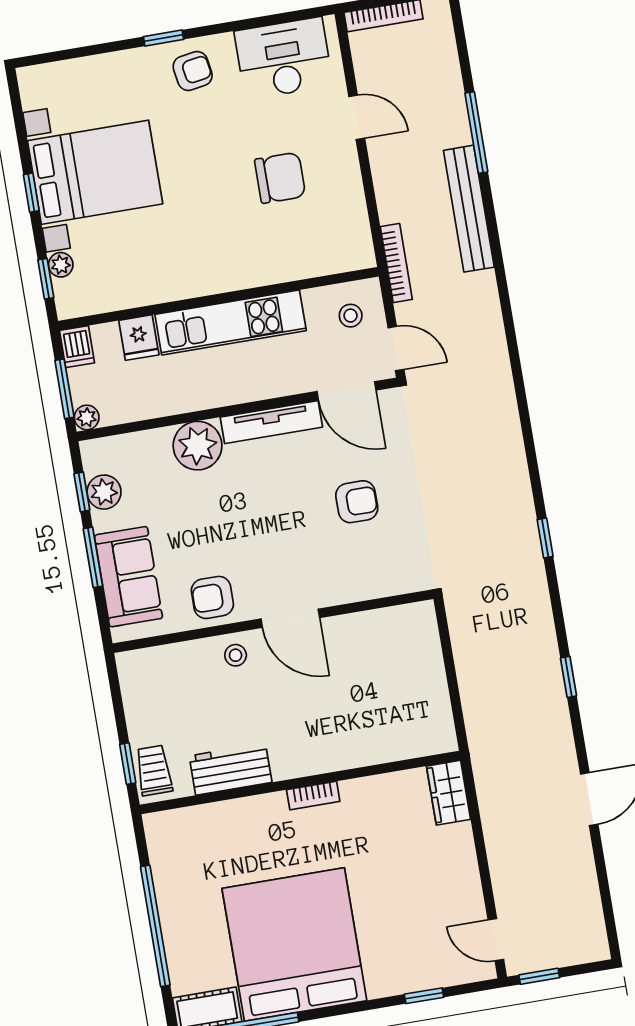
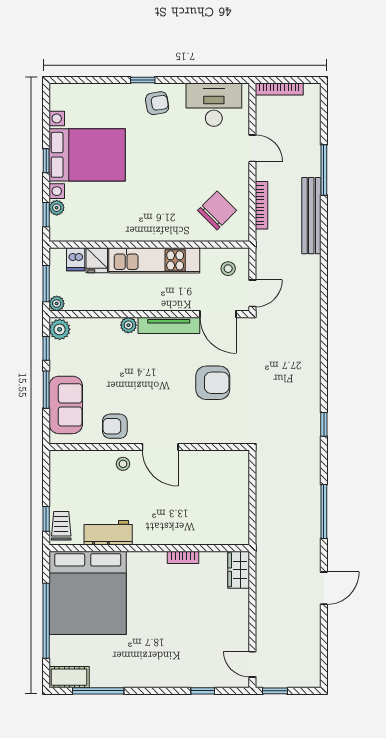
chair: (280, 178) -> (217, 210), moved, turned -45
bookcase: (396, 263) -> (261, 205), moved
dishwasher: (77, 347) -> (76, 259), moved
door: (396, 349) -> (252, 293), hinge flipped
plant: (198, 446) -> (128, 325), width x0.53, depth x0.53
plant: (104, 492) -> (60, 329), moved
armchair: (357, 502) -> (213, 383), width x1.38, depth x1.38
window: (569, 677) -> (324, 511), width x2.17
bookcase: (313, 795) -> (183, 557), moved
bed: (294, 944) -> (88, 593), moved, turned 180

